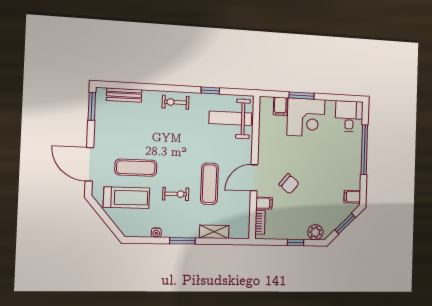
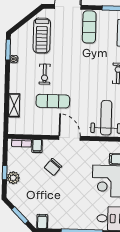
exercise mat: (136, 168) -> (89, 27), moved
door: (254, 178) -> (70, 138), moved
plant: (315, 232) -> (13, 178), moved
window: (182, 241) -> (8, 50), moved

